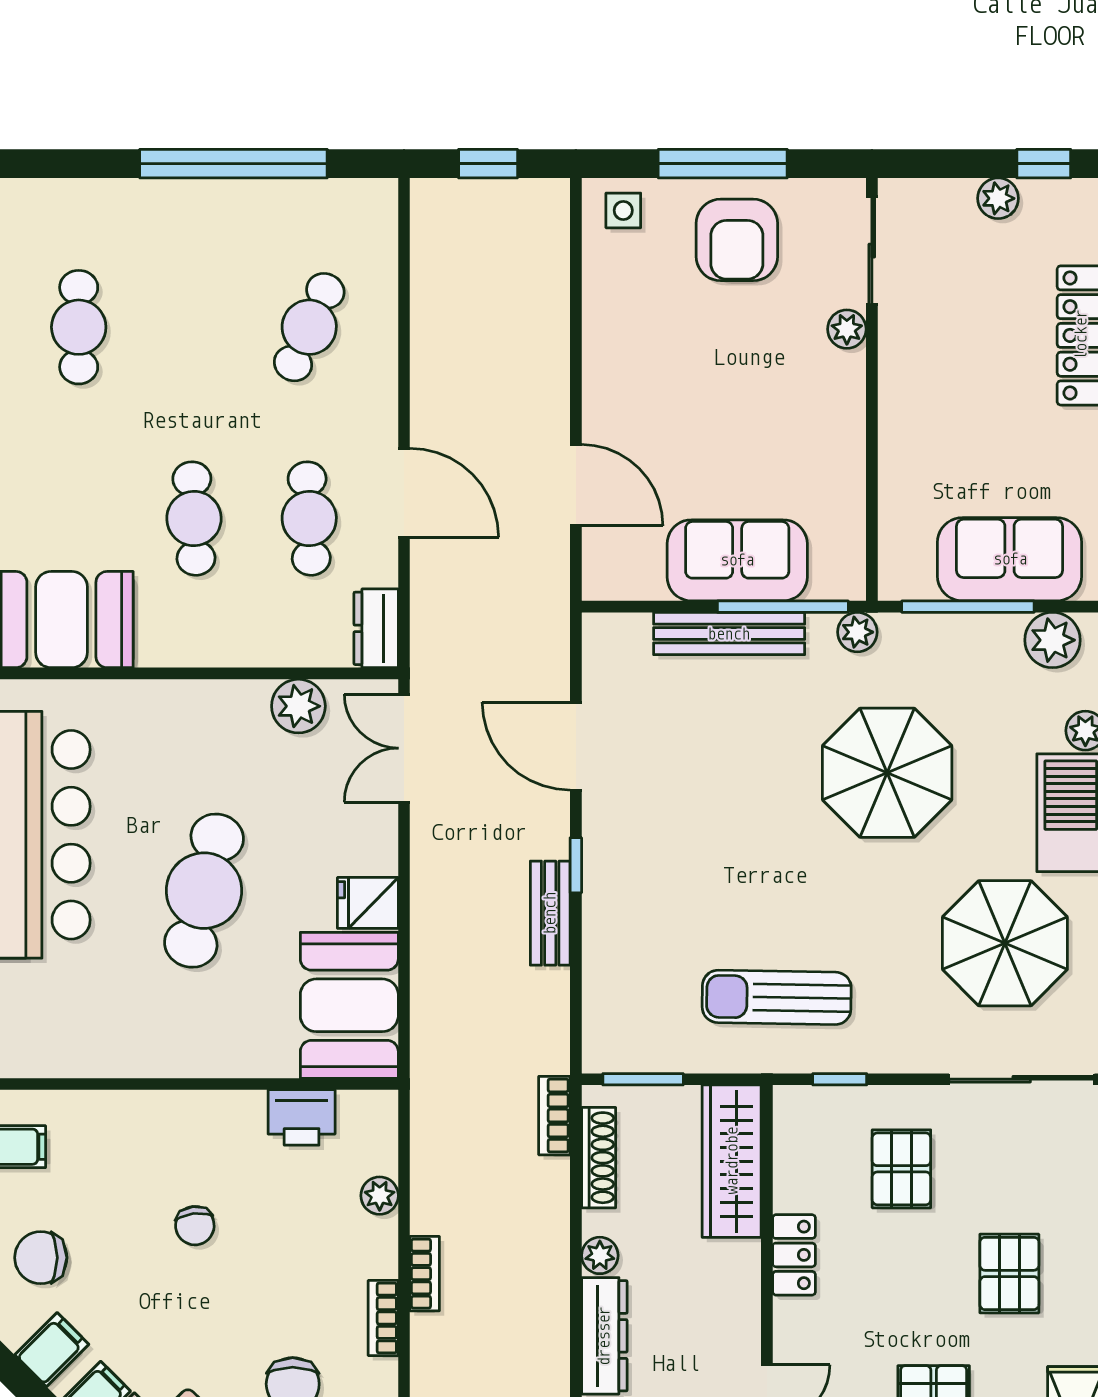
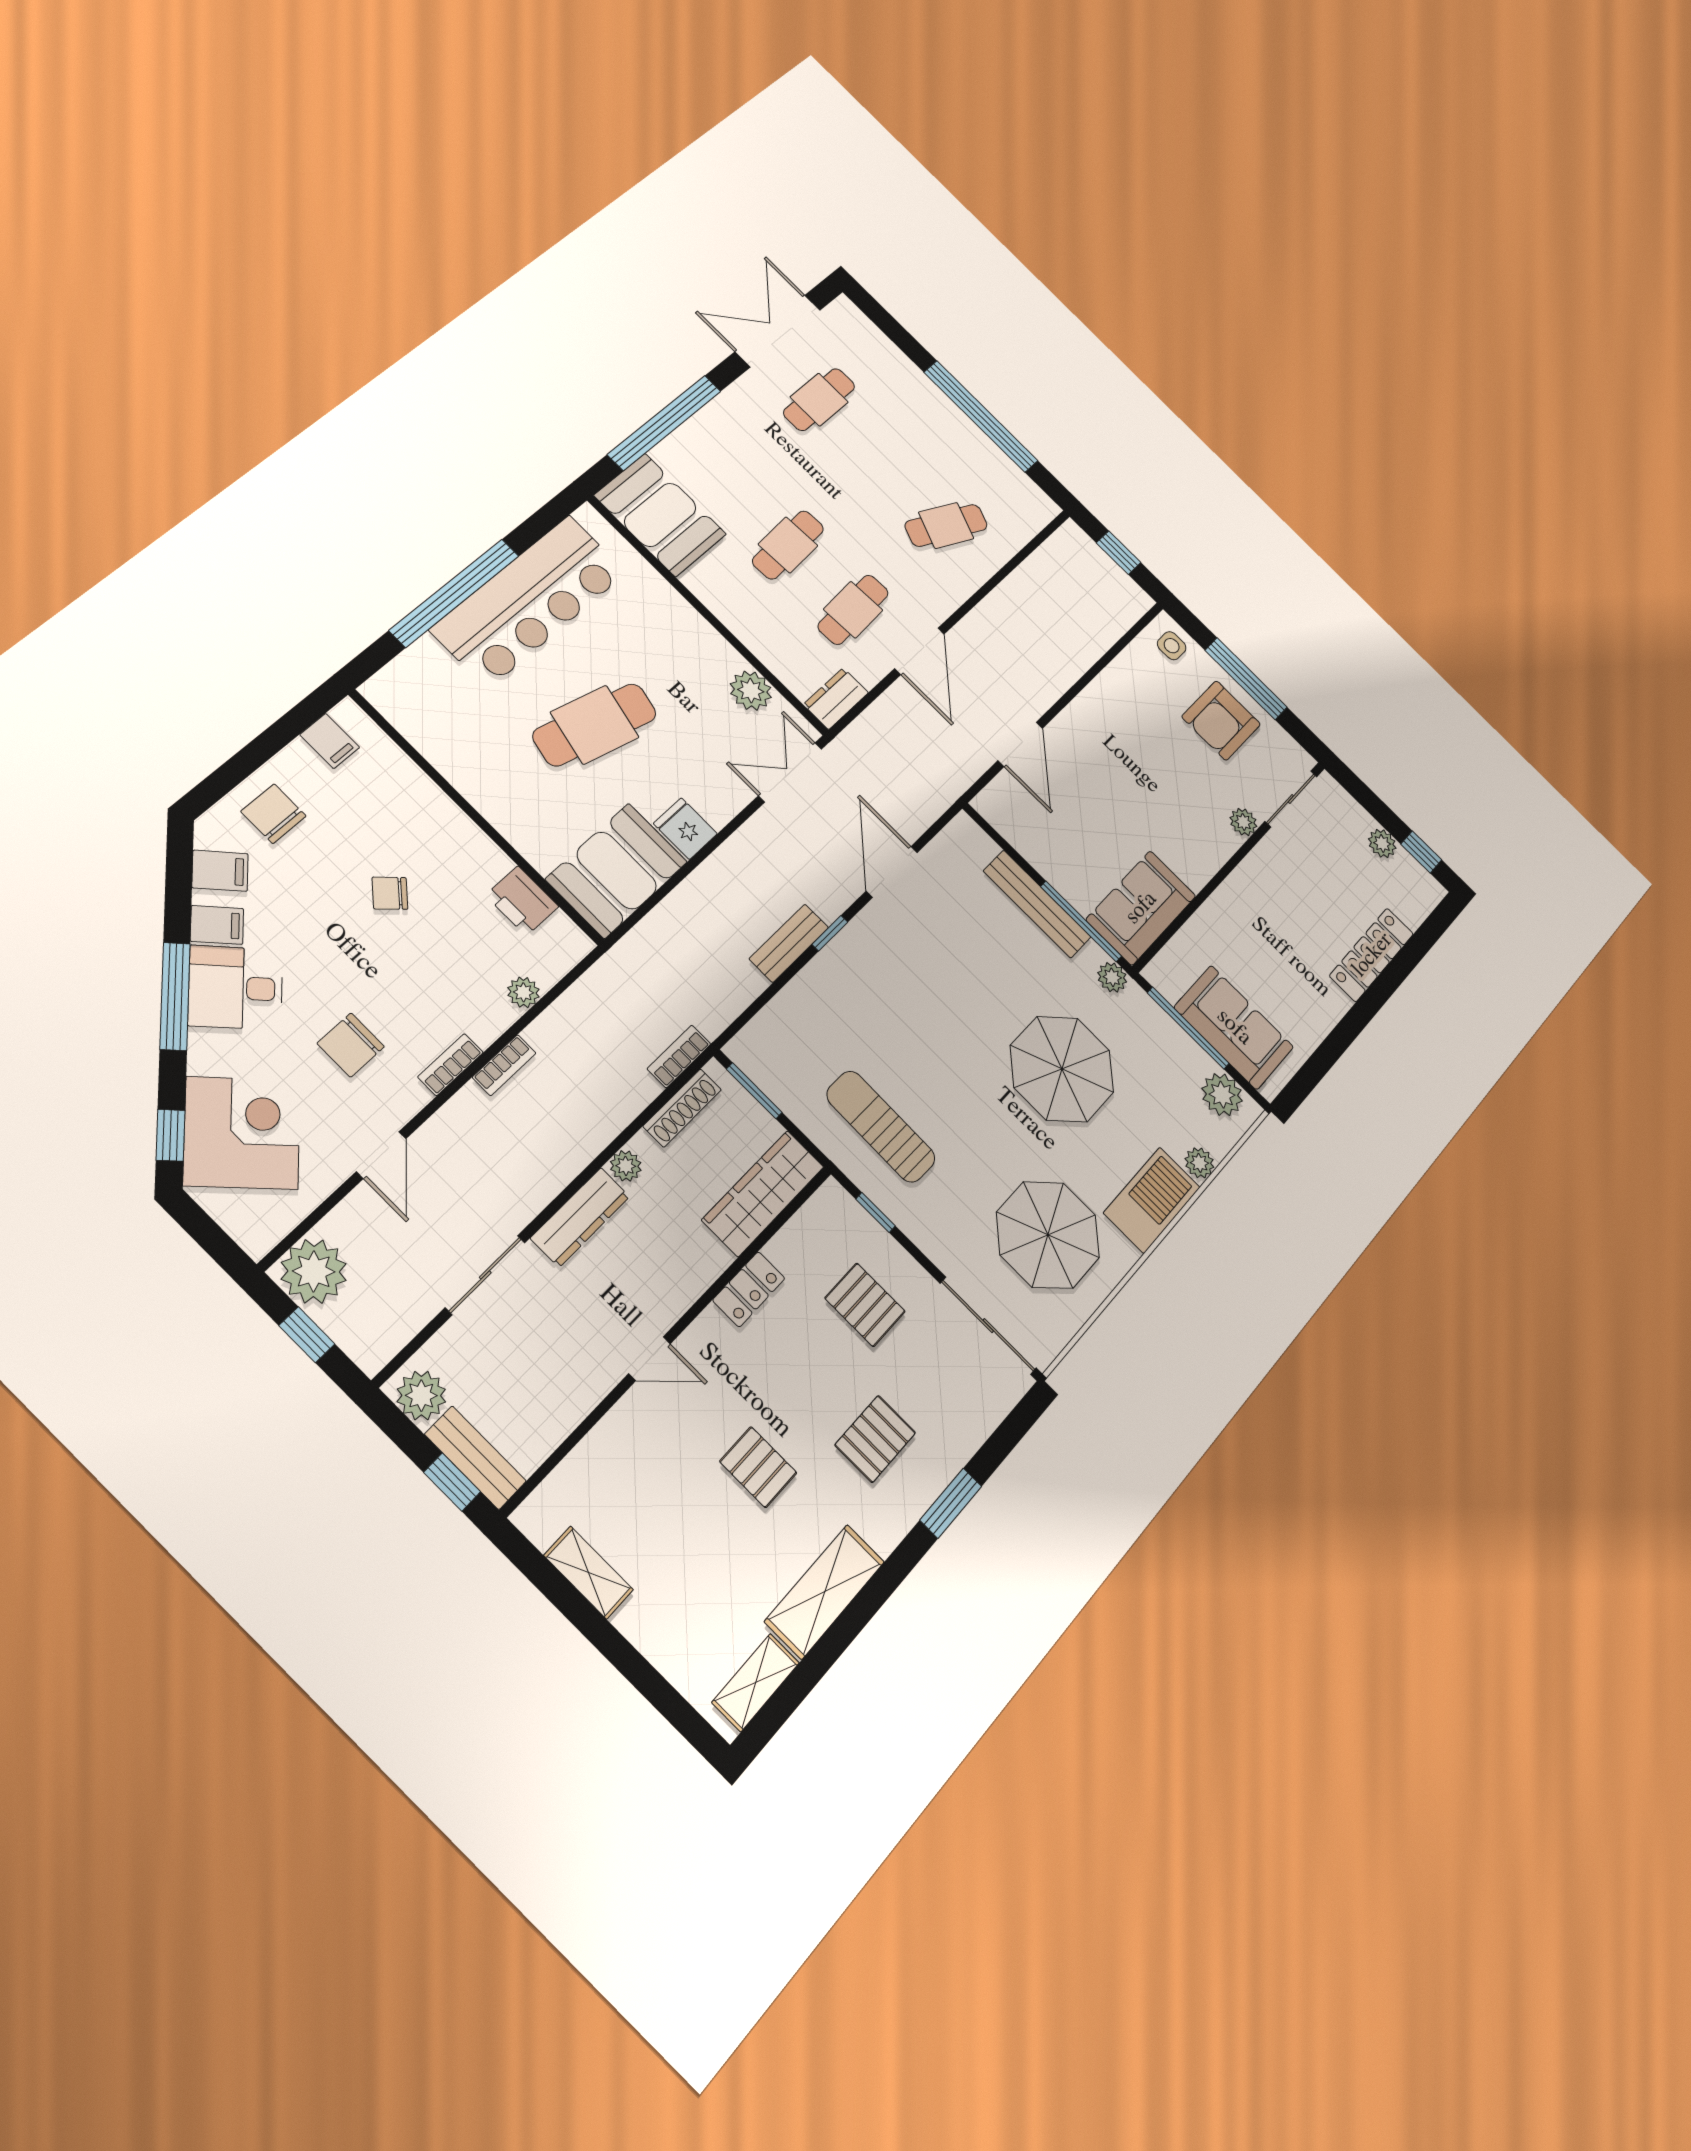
sofa: (737, 560) -> (1141, 908), moved, turned -90
pallet: (901, 1169) -> (865, 1305), turned 90
chair: (195, 1226) -> (390, 893), turned 49

